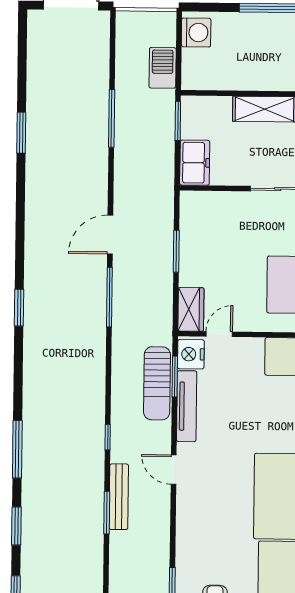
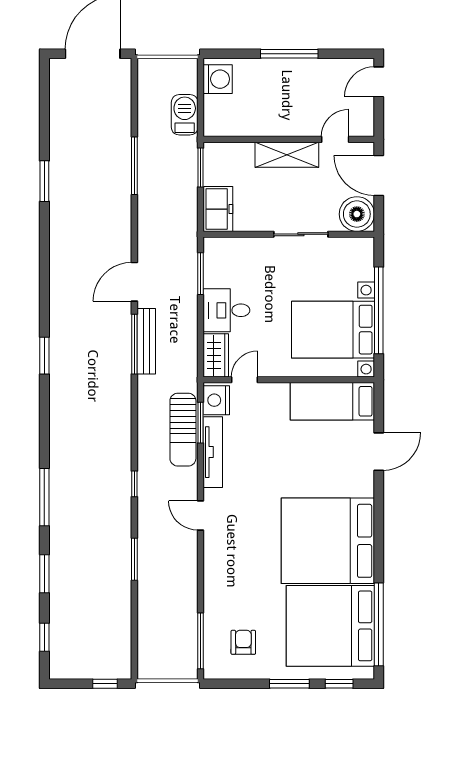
window: (176, 251) -> (201, 274), moved
desk: (202, 264) -> (226, 310), added
bench: (119, 497) -> (146, 341), moved

